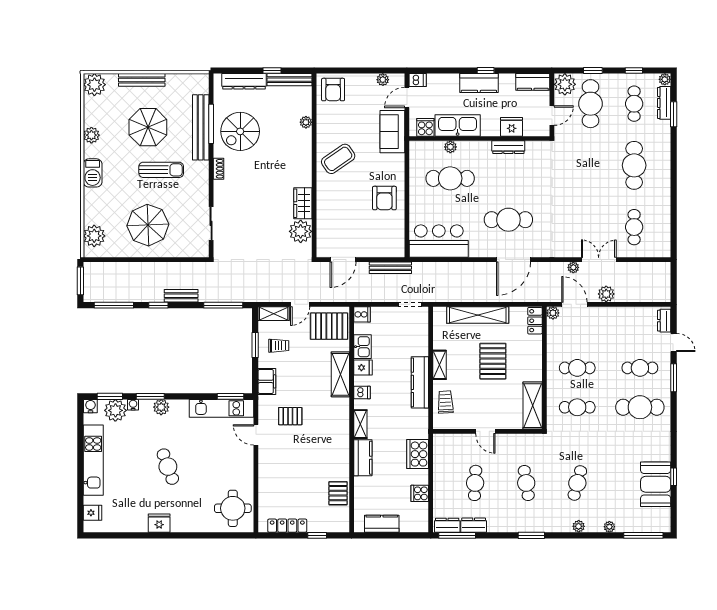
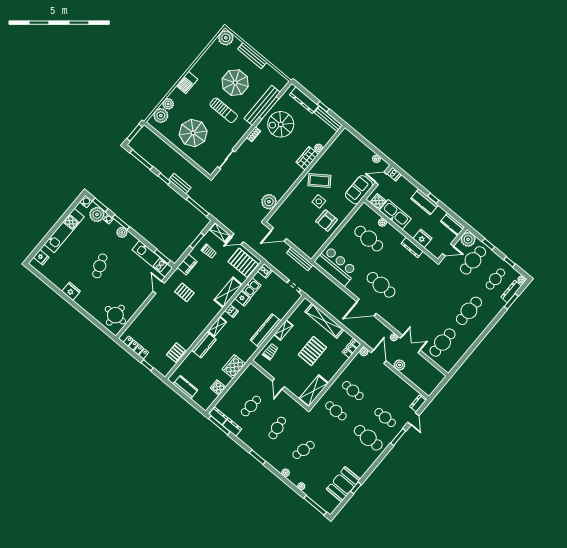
armchair: (333, 90) -> (347, 143), removed
plant: (91, 135) -> (168, 104), moved
side table: (357, 183) -> (319, 201), added
wardrobe: (303, 203) -> (307, 158), moved
cafe table: (634, 227) -> (442, 343), width x1.37, depth x1.35

